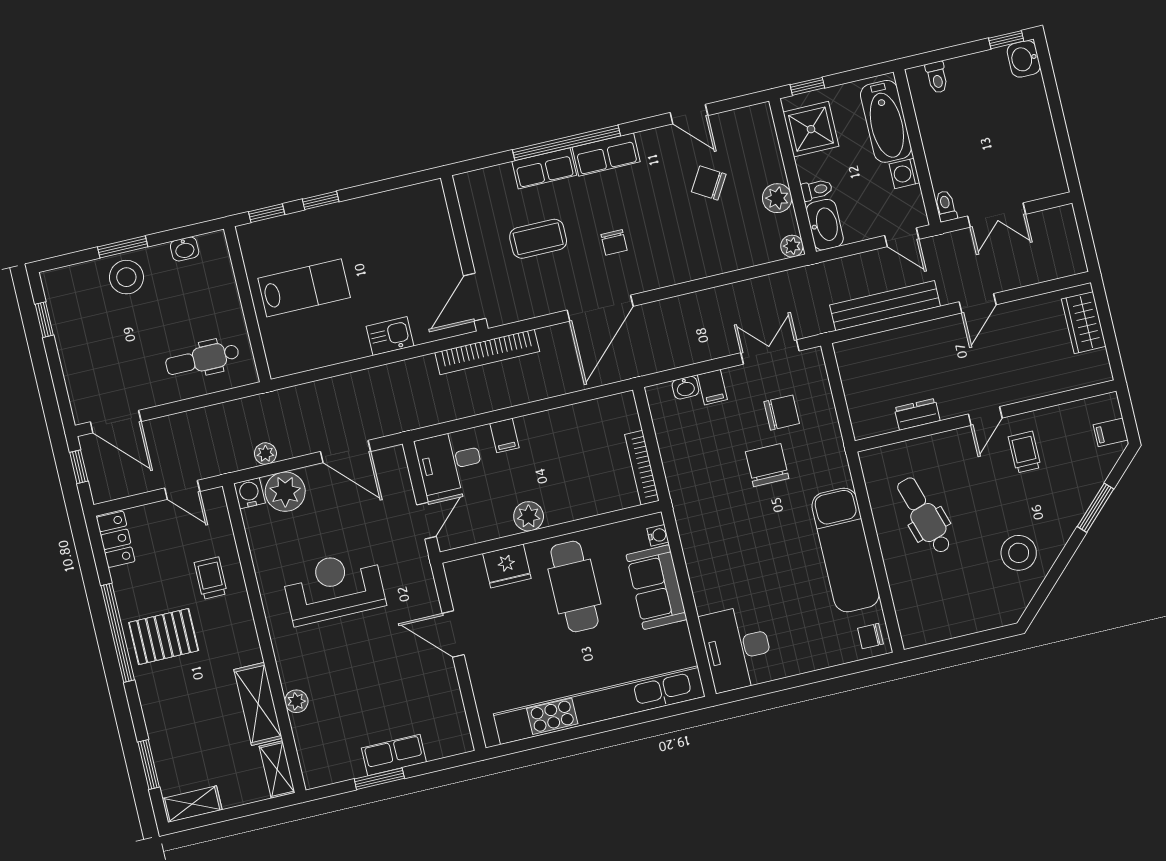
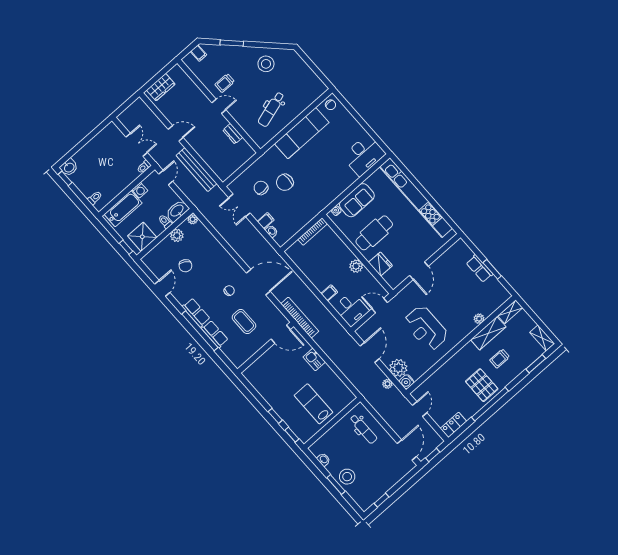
trolley: (211, 578) -> (500, 359), moved

